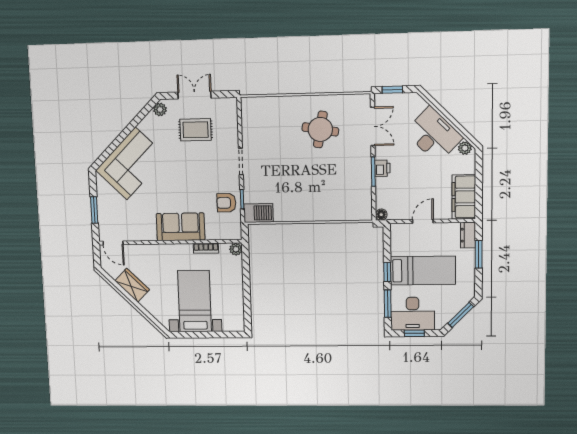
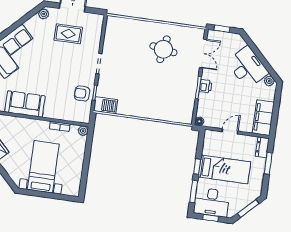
sofa: (181, 227) -> (25, 104), moved

